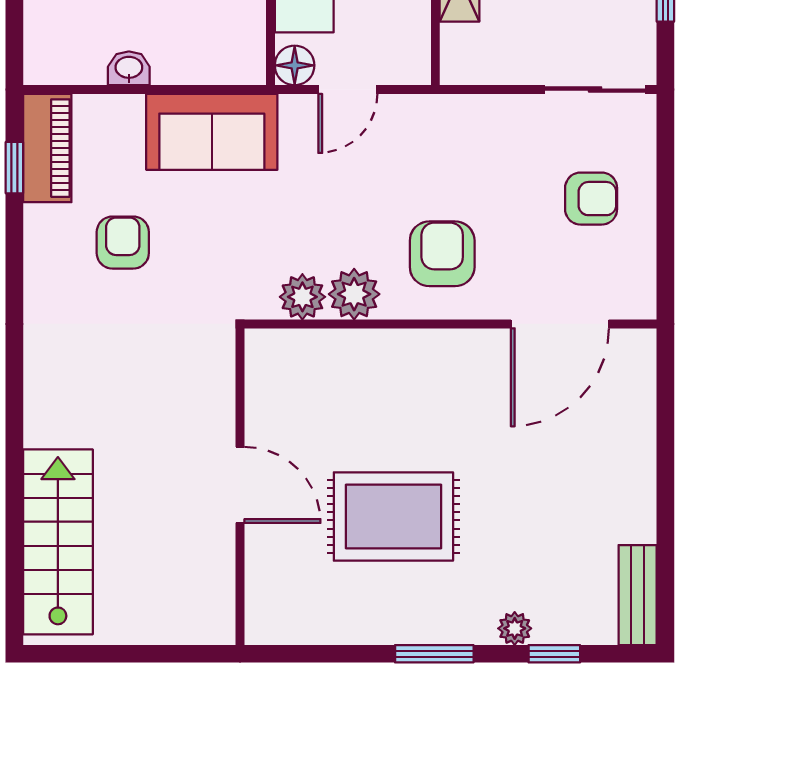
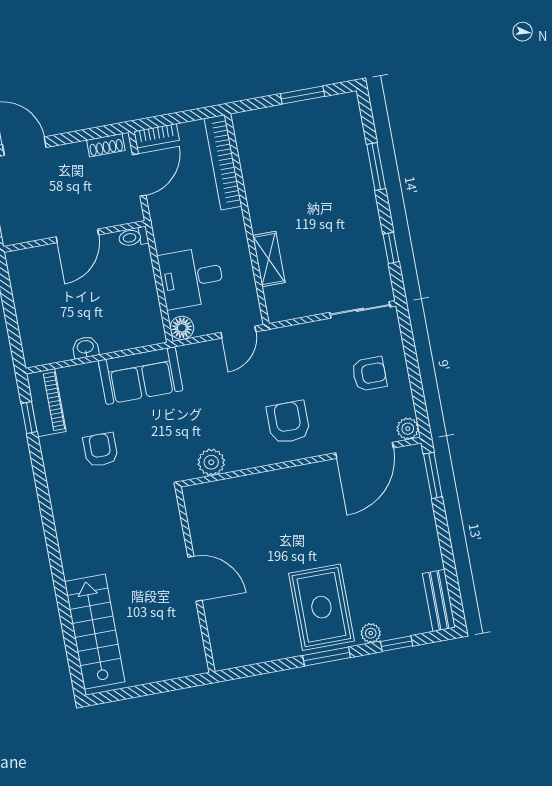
door: (348, 90) -> (238, 332), moved
plant: (354, 294) -> (408, 429), moved, width x0.73, depth x0.73
window: (665, 386) -> (433, 475), added
rug: (393, 516) -> (321, 607), moved, turned 90

